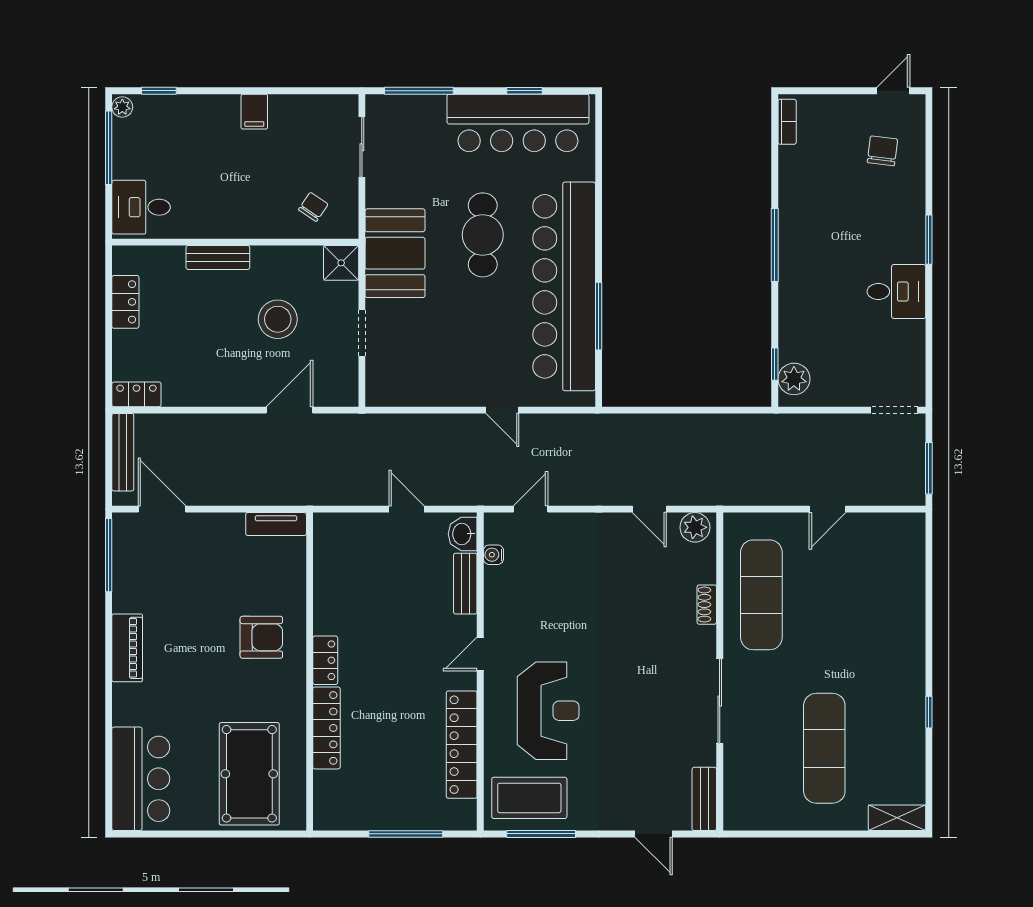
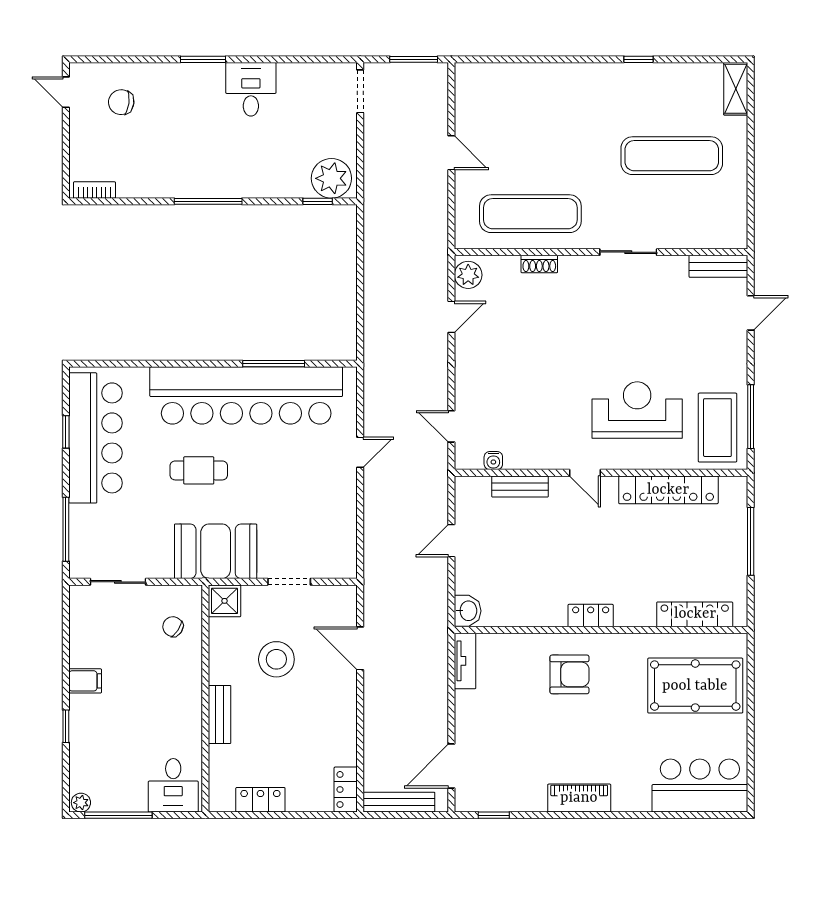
window: (159, 91) -> (66, 726), moved
cafe table: (483, 235) -> (199, 470), width x0.73, depth x0.74
plant: (794, 379) -> (331, 178), width x1.36, depth x1.36
washbasin: (463, 534) -> (468, 611), moved, turned -90
window: (109, 555) -> (494, 815), width x0.46
armchair: (261, 637) -> (569, 674), turned 90
sliding door: (720, 701) -> (628, 252), width x0.73
locker: (326, 728) -> (695, 614), moved

